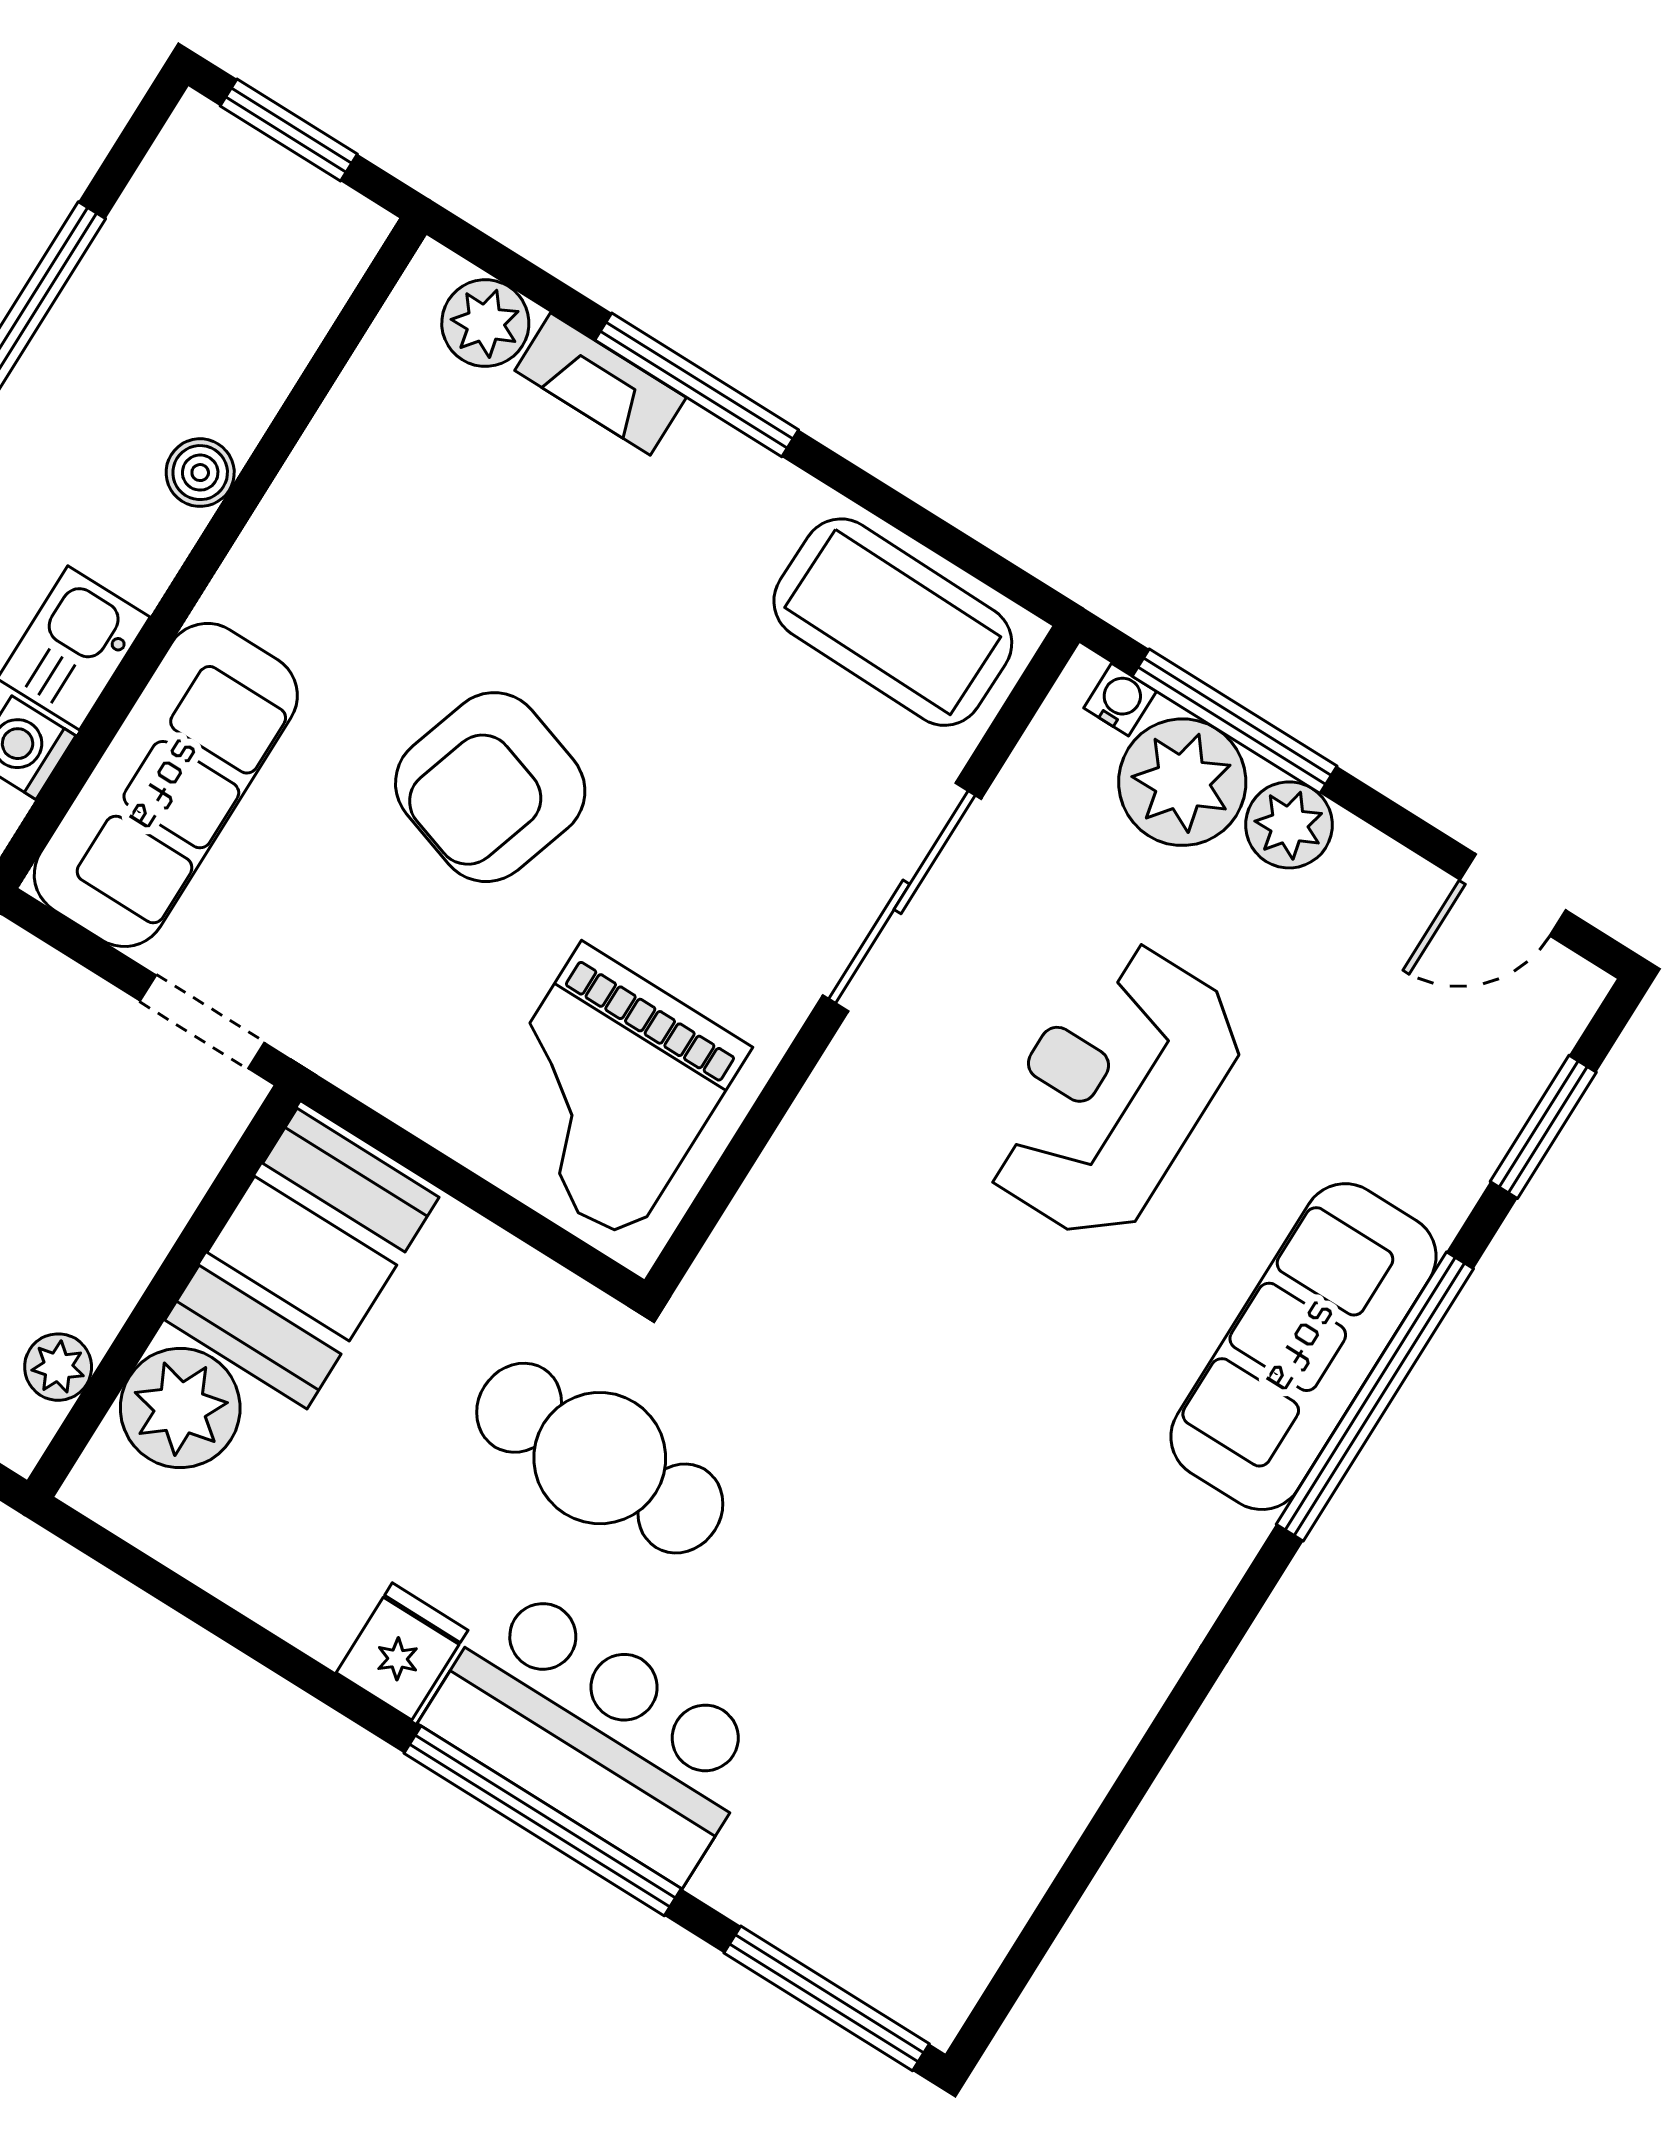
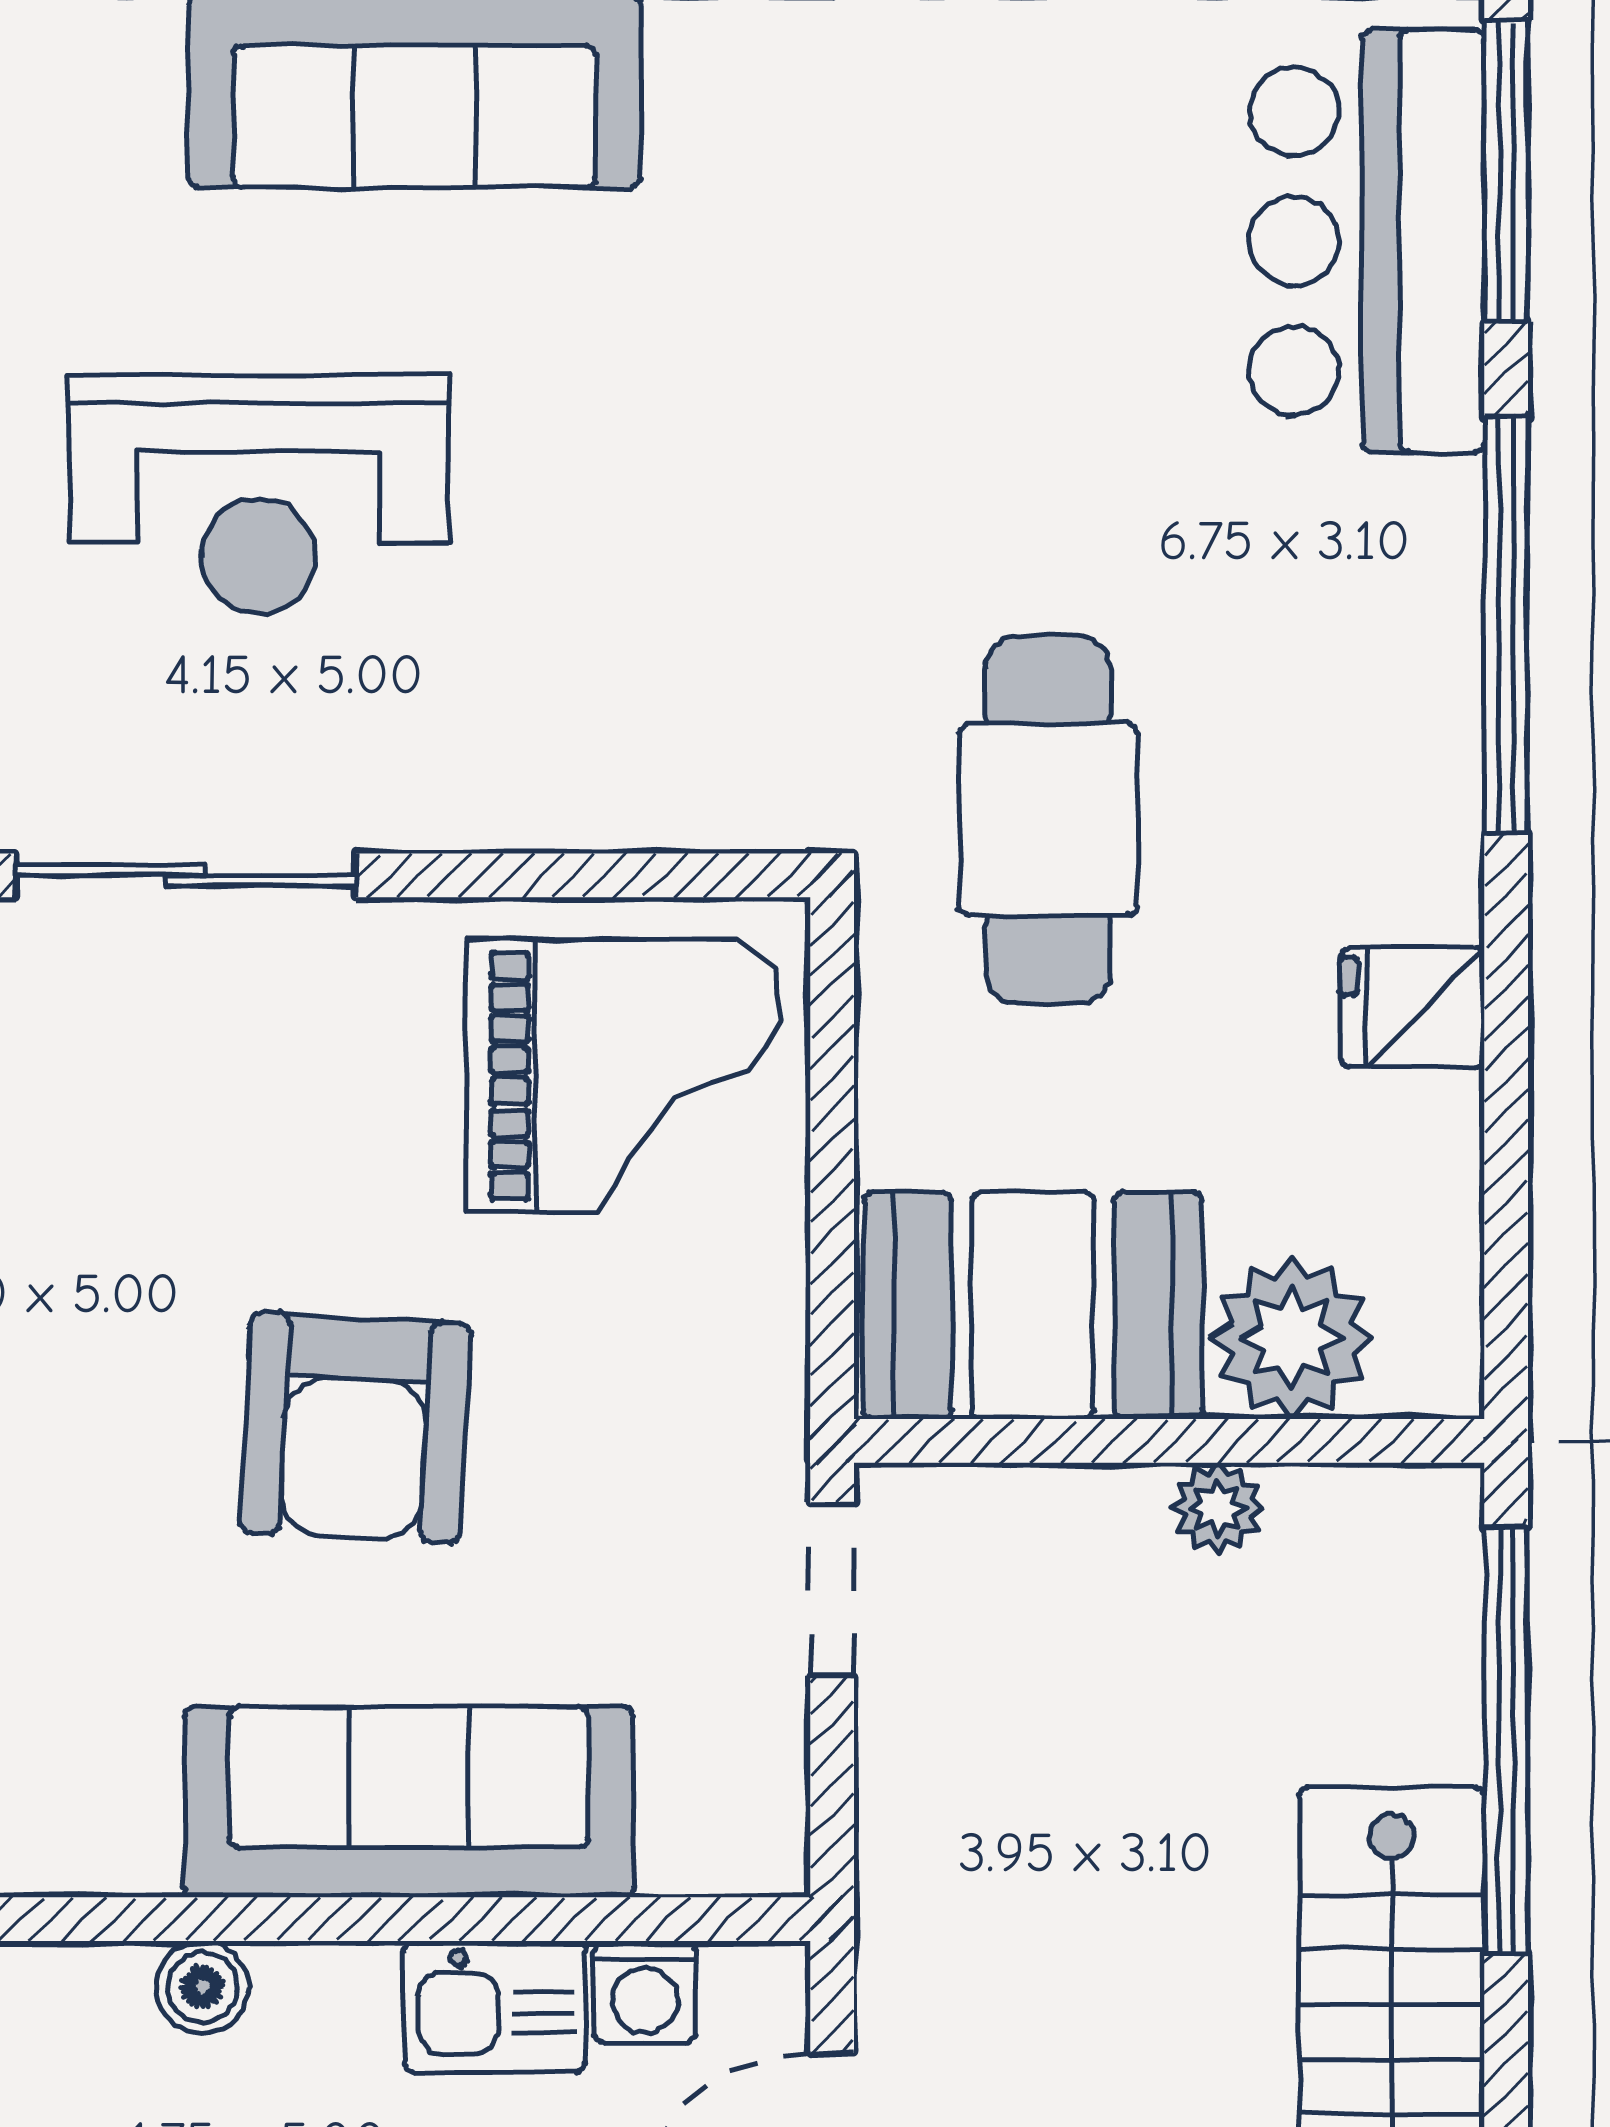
sofa: (166, 785) -> (409, 1802), moved
armchair: (490, 787) -> (355, 1428), turned 75
plant: (58, 1367) -> (1218, 1508), moved
fridge: (402, 1651) -> (1412, 1007), moved
bar counter: (596, 1733) -> (1367, 241), moved

